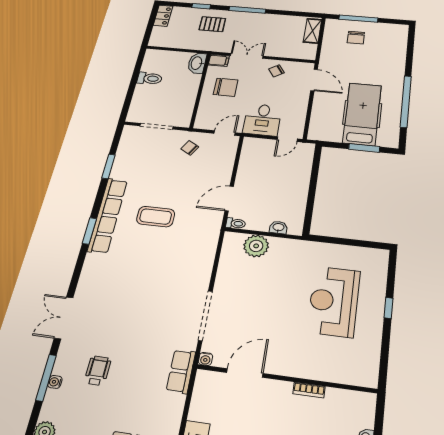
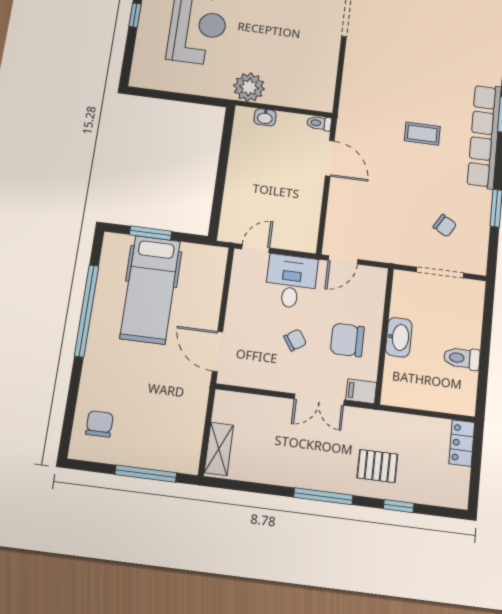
locker: (163, 16) -> (462, 443), moved
chair: (356, 38) -> (99, 424), moved
washbasin: (197, 63) -> (399, 337), moved
chair: (276, 71) -> (295, 340), moved
chair: (190, 148) -> (445, 226), moved
door: (229, 198) -> (330, 158), hinge flipped
coffee table: (156, 217) -> (422, 134), width x0.73, depth x0.77
plant: (256, 246) -> (249, 87), moved

